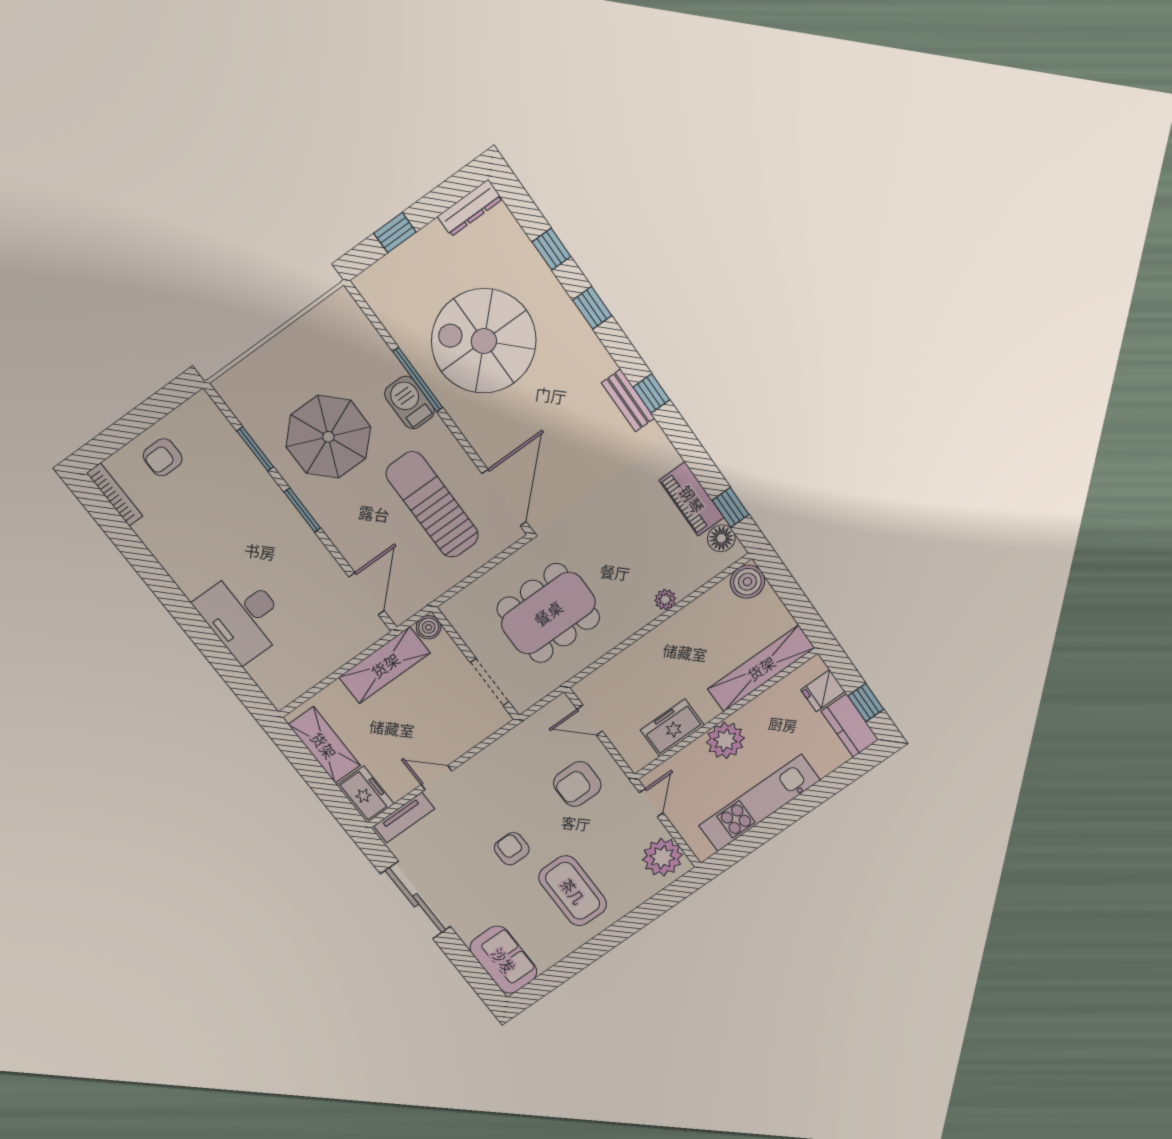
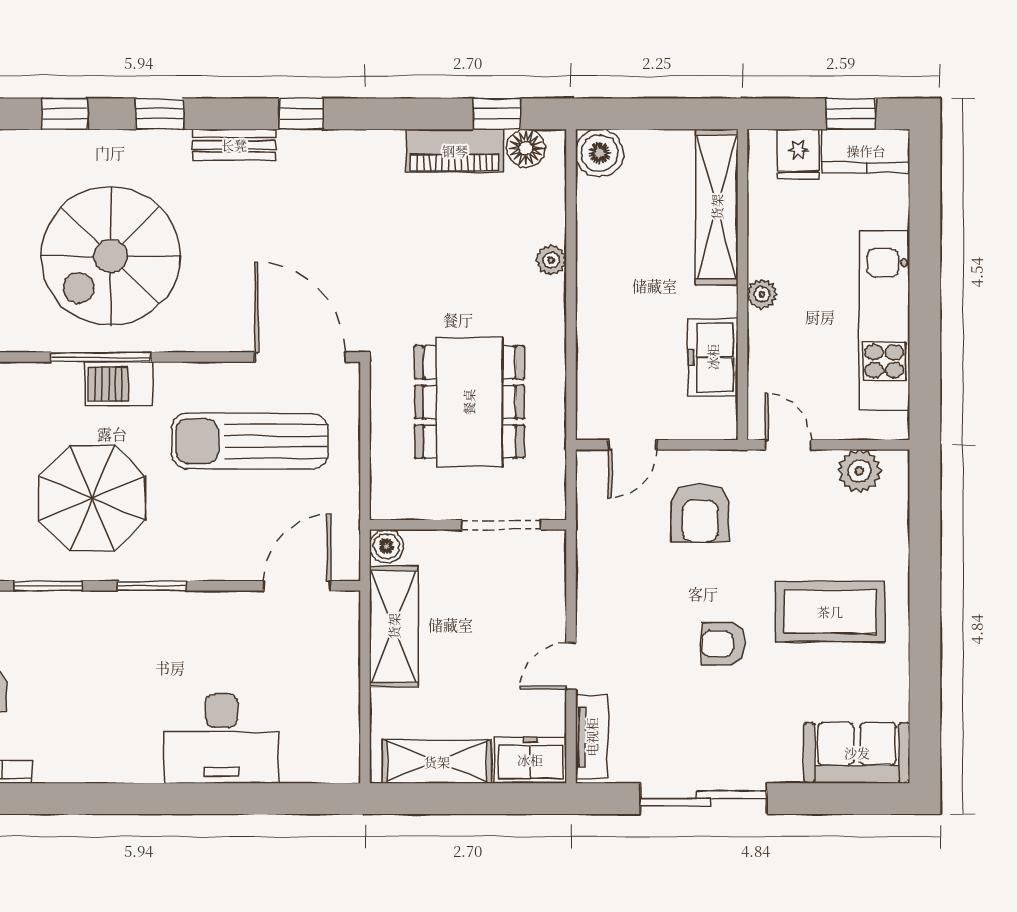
bench: (628, 400) -> (234, 145), moved
door: (367, 594) -> (297, 586), hinge flipped
plant: (725, 740) -> (762, 294), width x0.53, depth x0.53
plant: (662, 857) -> (859, 471), width x0.73, depth x0.73

